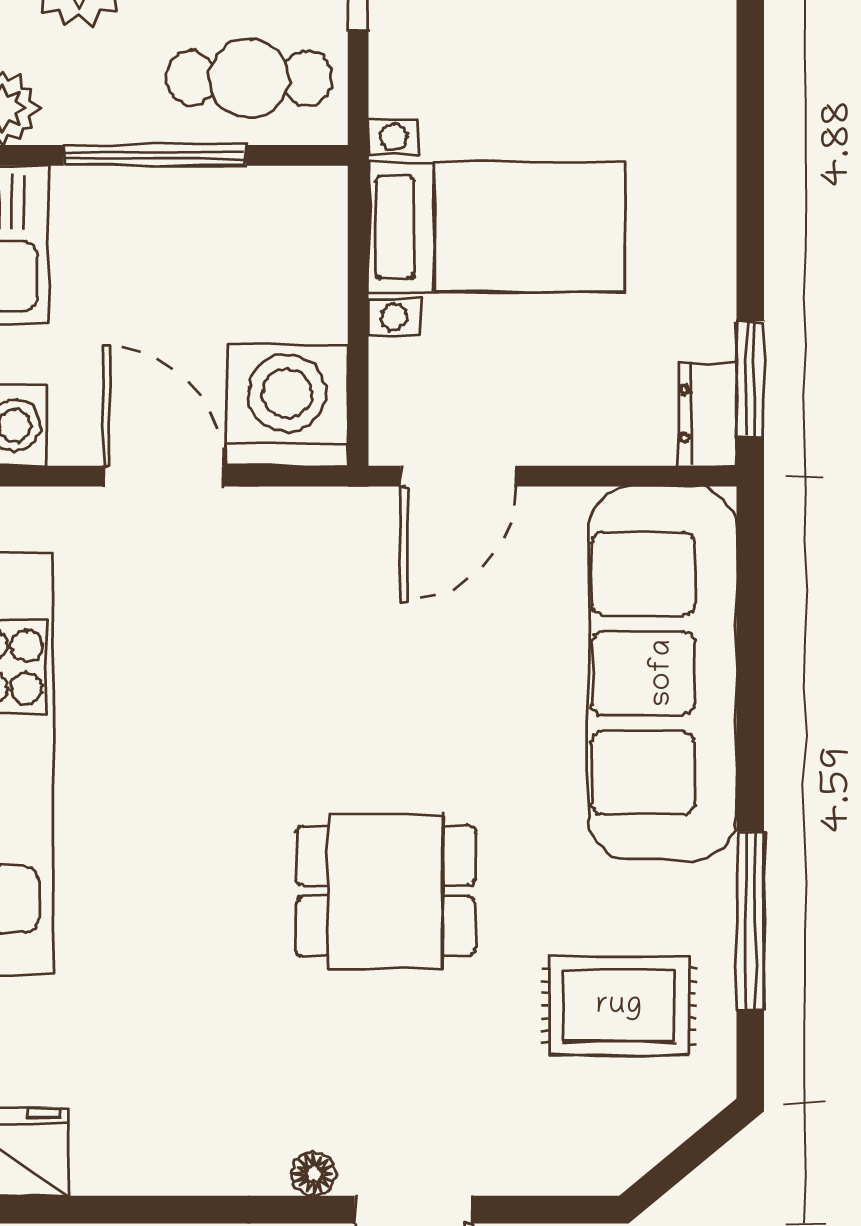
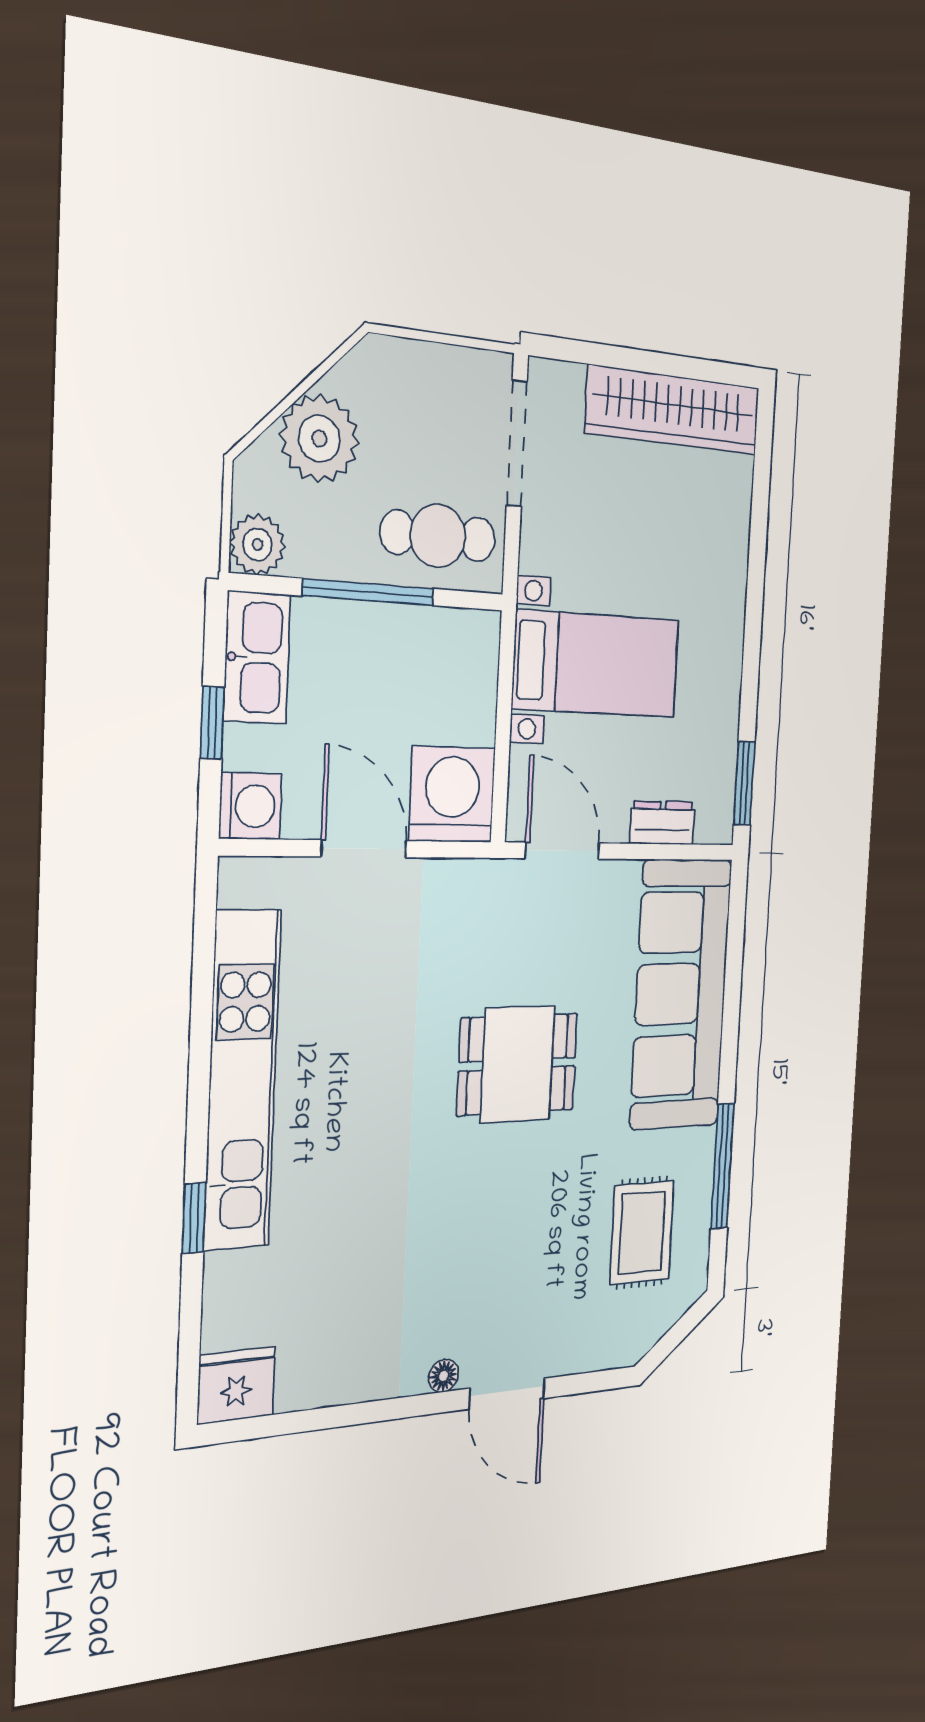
dresser: (707, 414) -> (662, 823), moved, turned 90
door: (458, 476) -> (563, 851), swing flipped
dining table: (386, 891) -> (517, 1064), moved
rug: (619, 1006) -> (642, 1233), turned 90

